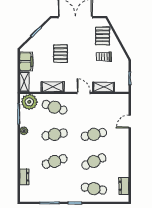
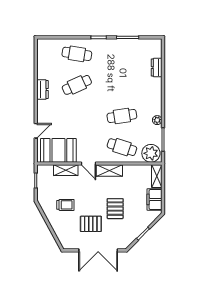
pallet: (103, 36) -> (91, 224), moved, turned 90
shelving: (53, 87) -> (109, 171), moved
booth: (110, 104) -> (58, 150), added
cafe table: (94, 134) -> (77, 116), removed
cafe table: (55, 161) -> (122, 85), removed
dresser: (124, 186) -> (43, 90), moved

